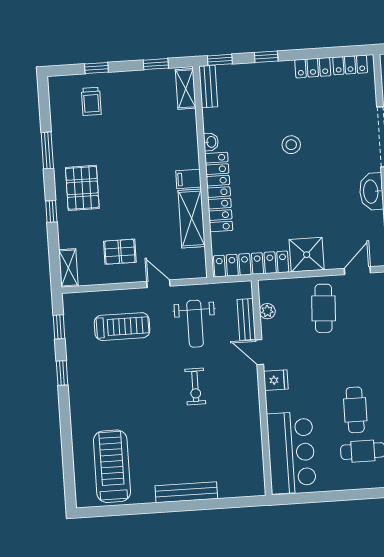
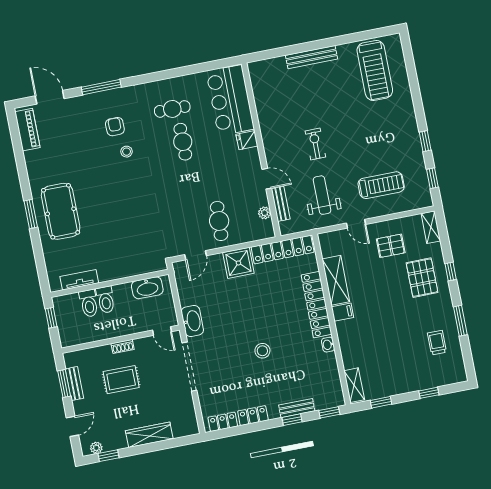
bench: (208, 86) -> (297, 408), moved, turned 90
trolley: (91, 101) -> (437, 343), moved
pallet: (82, 188) -> (422, 278), moved
treadmill: (122, 327) -> (381, 185), turned 180
fridge: (276, 380) -> (247, 140), moved

